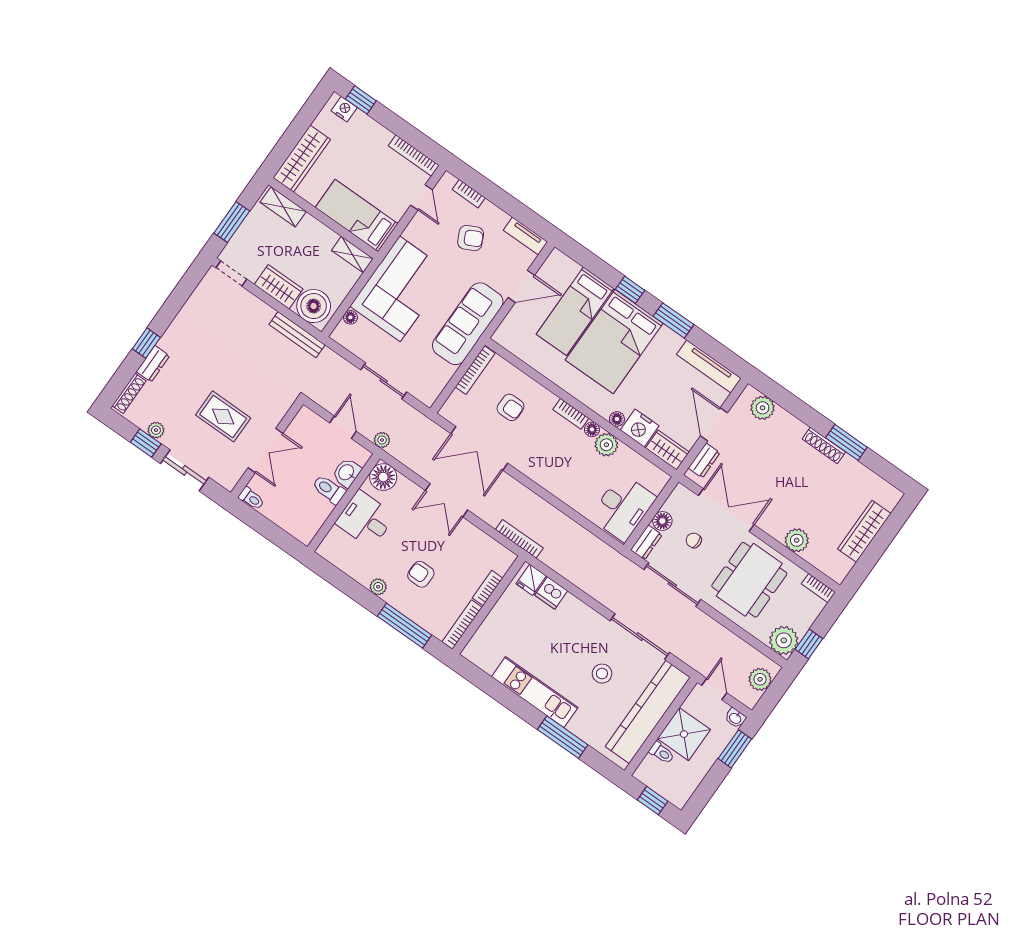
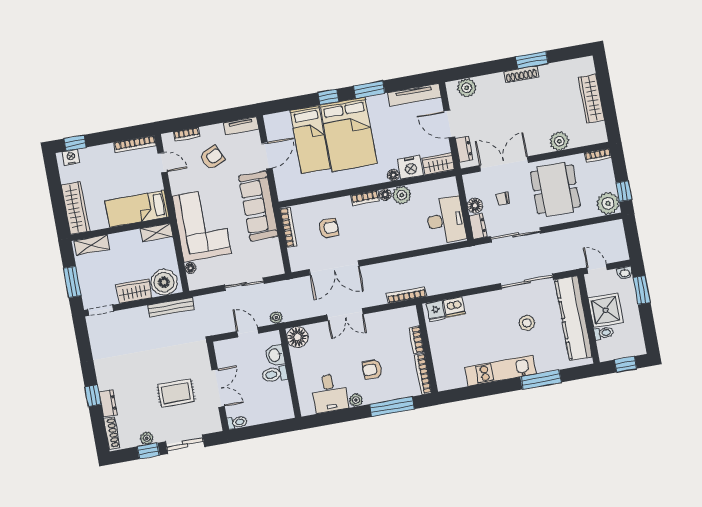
desk: (365, 519) -> (330, 393), moved, turned -90
plant: (760, 679) -> (617, 238), removed

